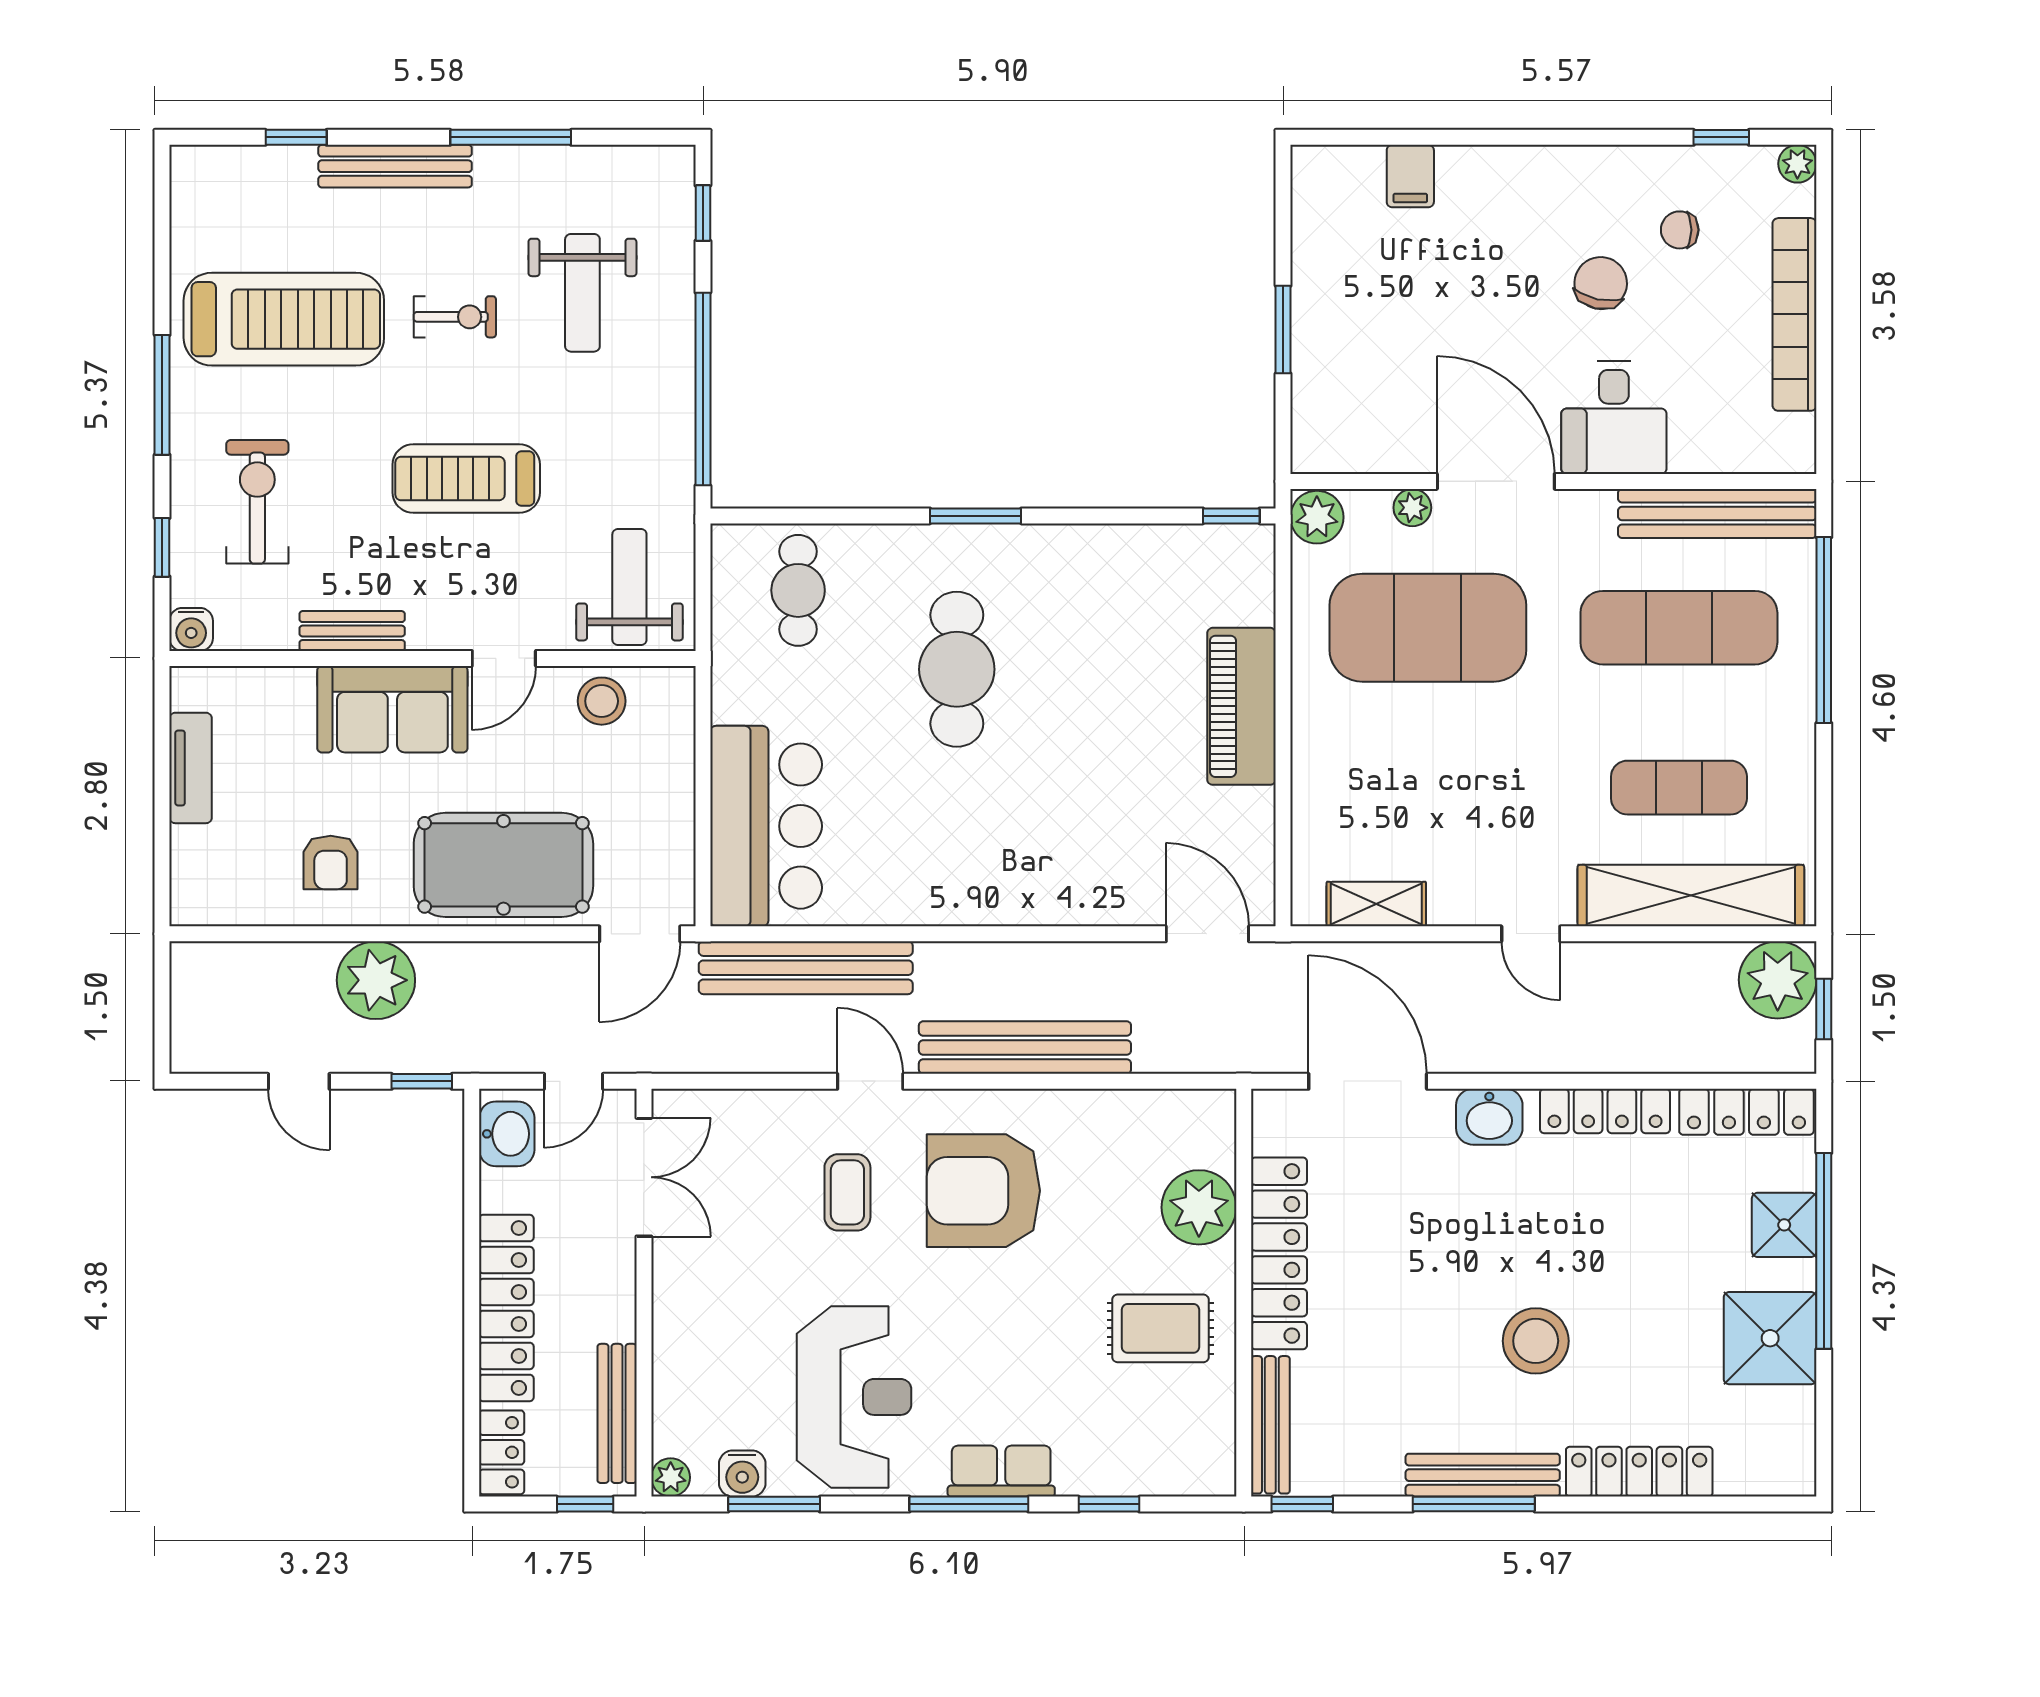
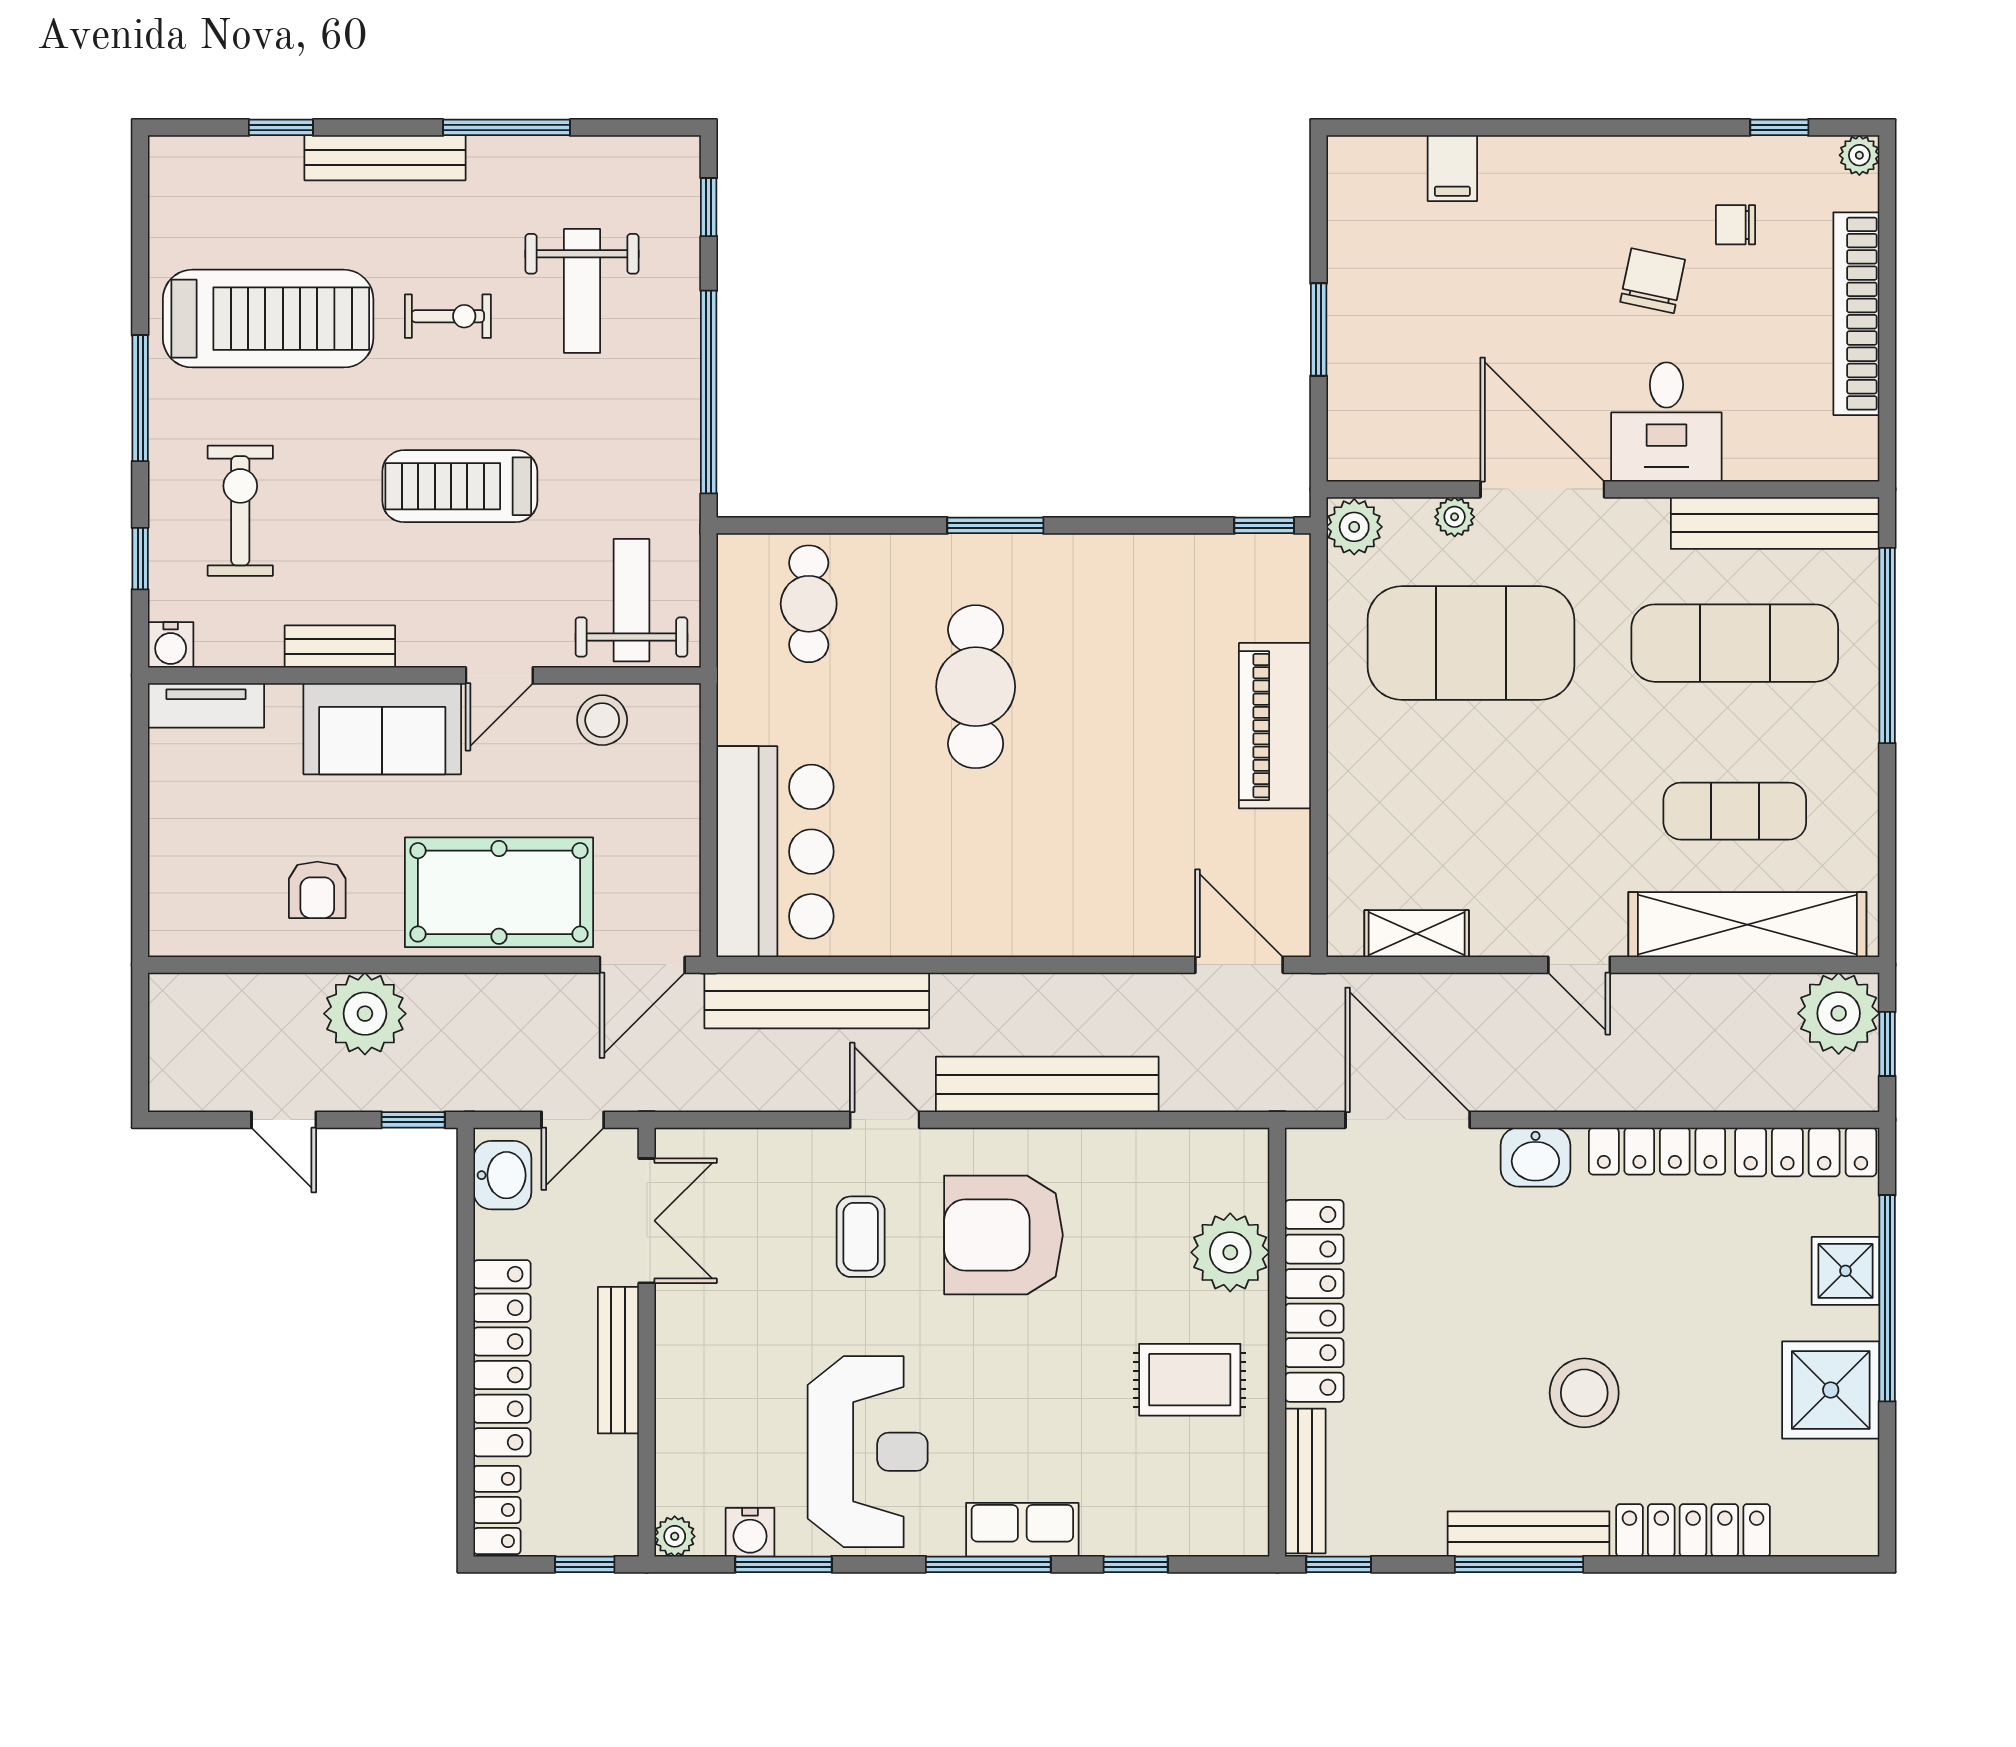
tv unit: (191, 768) -> (206, 705), moved, turned 90
bench: (617, 1413) -> (618, 1360), moved

